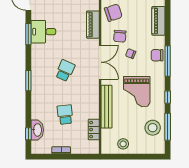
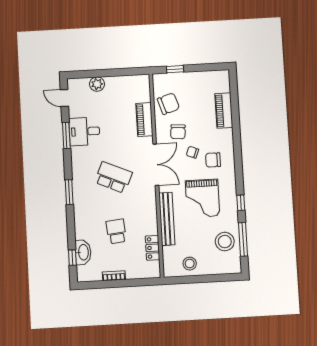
chair: (157, 55) -> (213, 160), moved
window: (168, 61) -> (238, 159), removed
school desk: (65, 71) -> (113, 177), width x1.85

